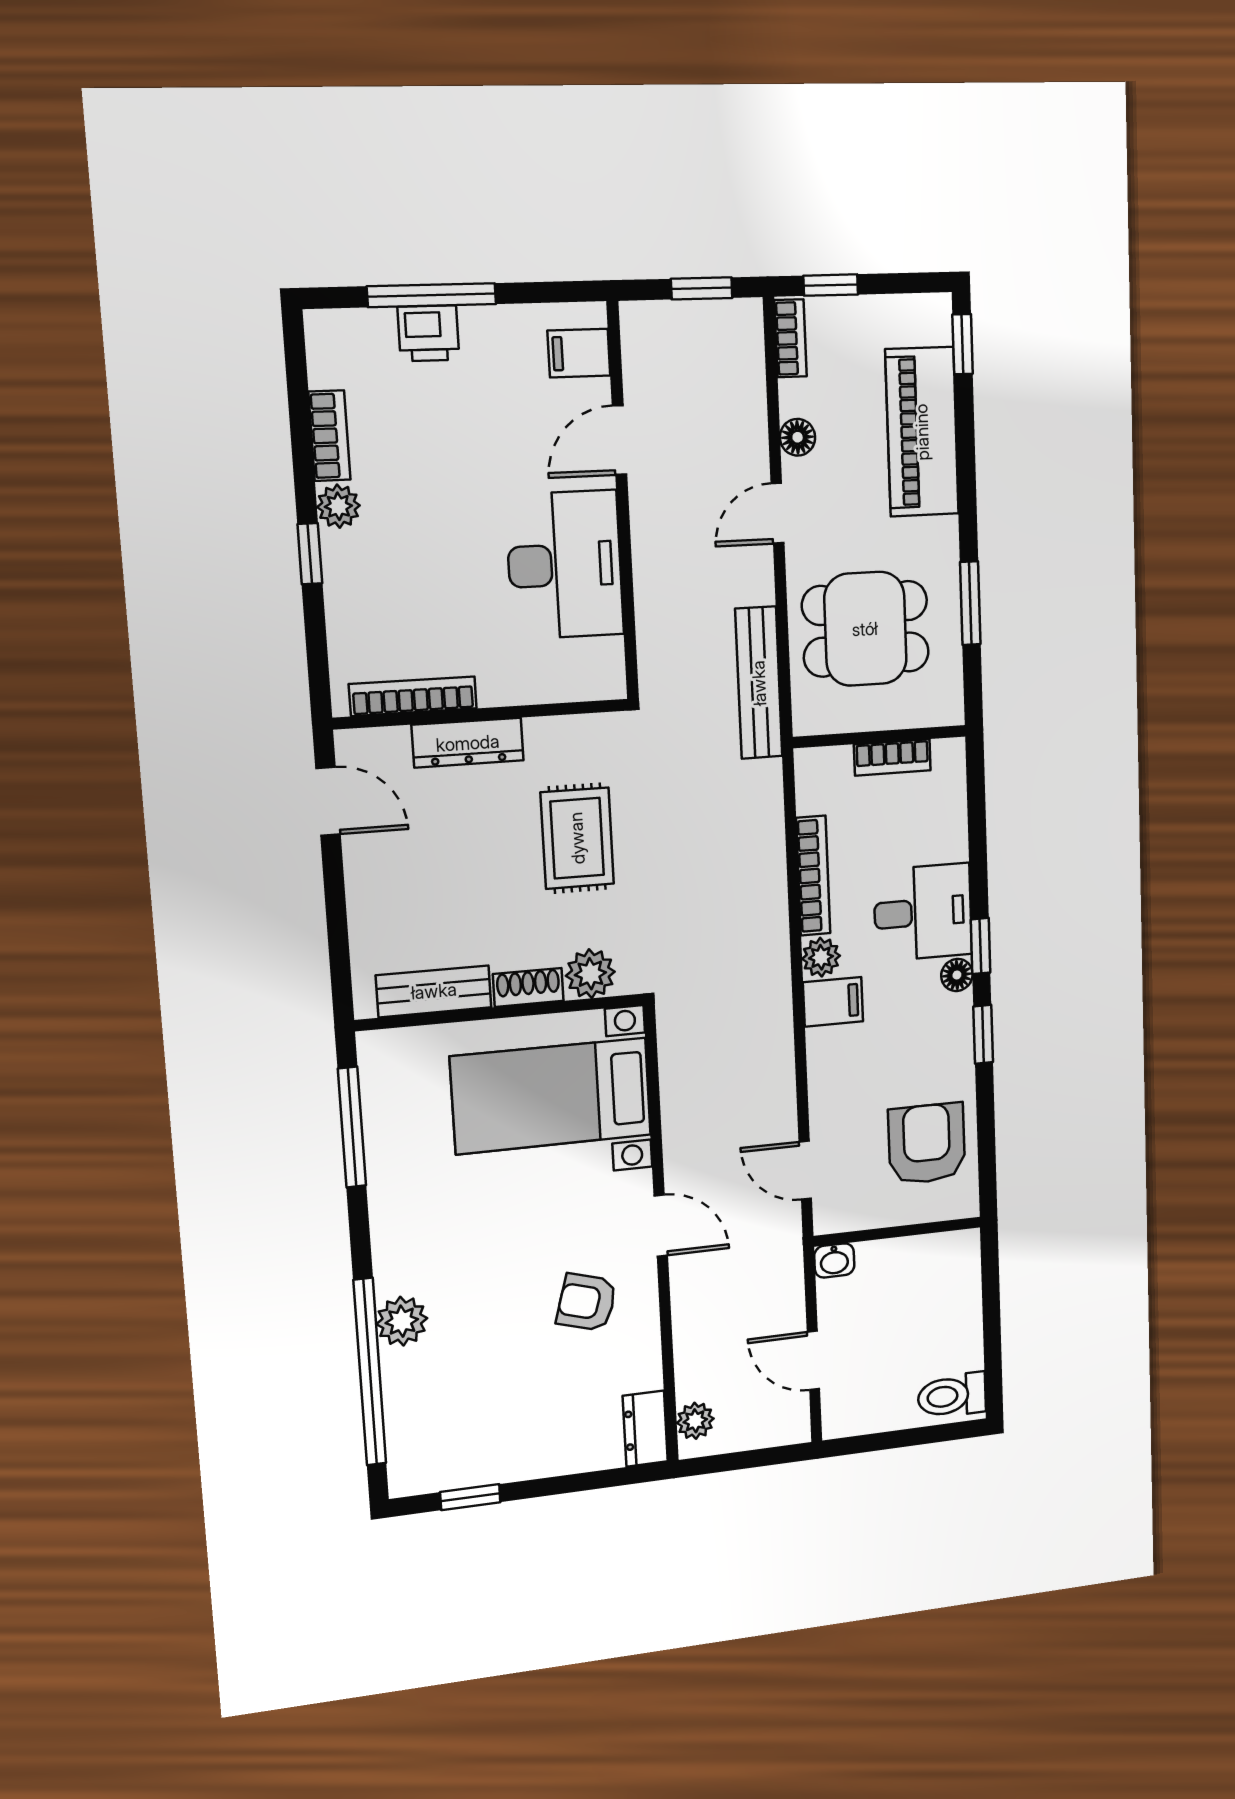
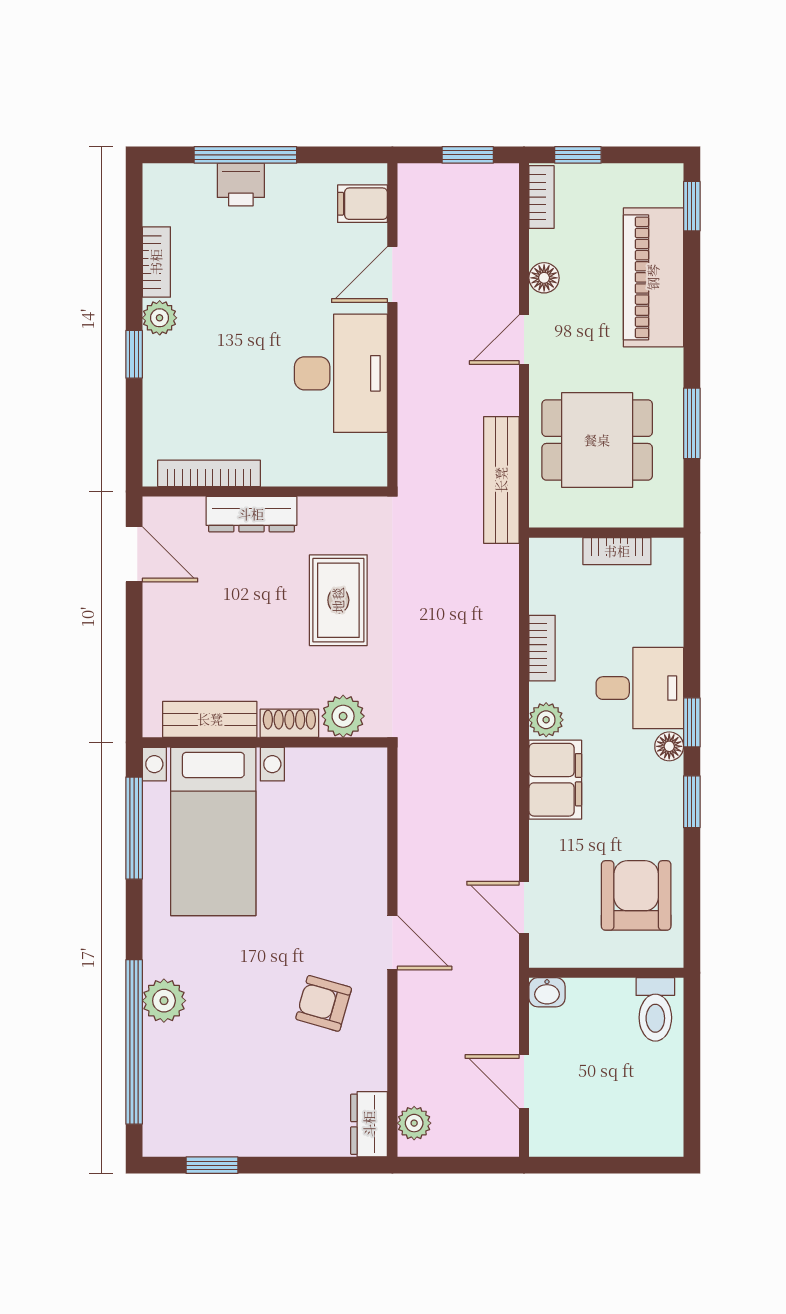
bookcase: (813, 876) -> (542, 648), width x0.64
filing cabinet: (833, 1002) -> (555, 780), width x2.00
bed with nightstands: (551, 1096) -> (213, 831), moved, turned -90
toilet: (952, 1396) -> (655, 1009), moved, turned -90

